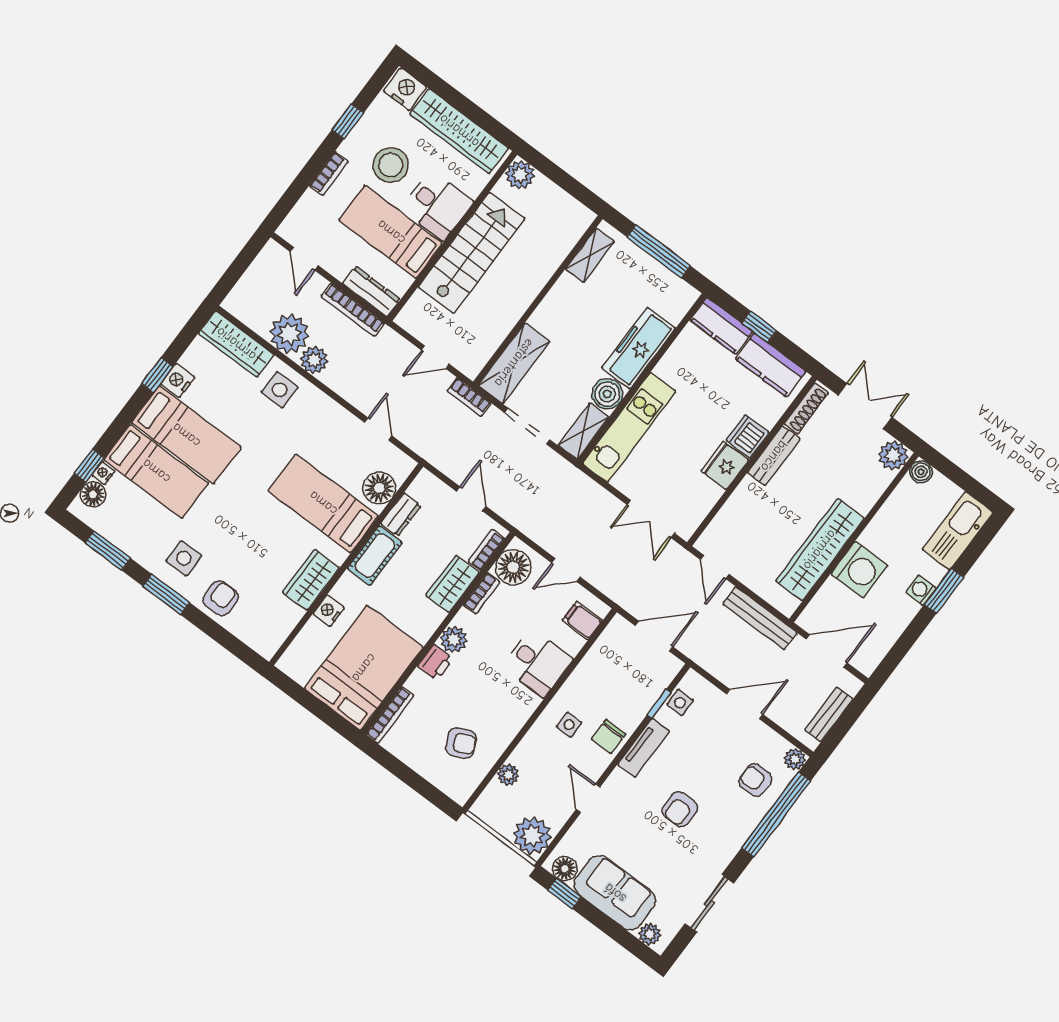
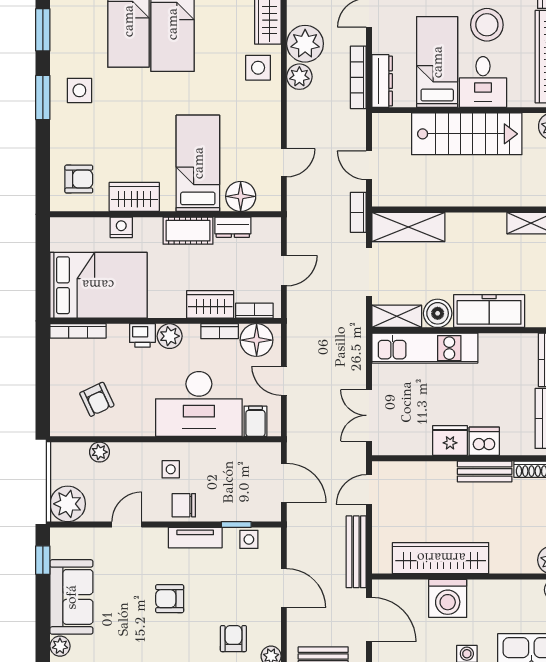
armchair: (221, 598) -> (79, 179), moved
desk: (537, 663) -> (199, 404), width x1.87, depth x1.30
floor lamp: (565, 869) -> (61, 546), removed

